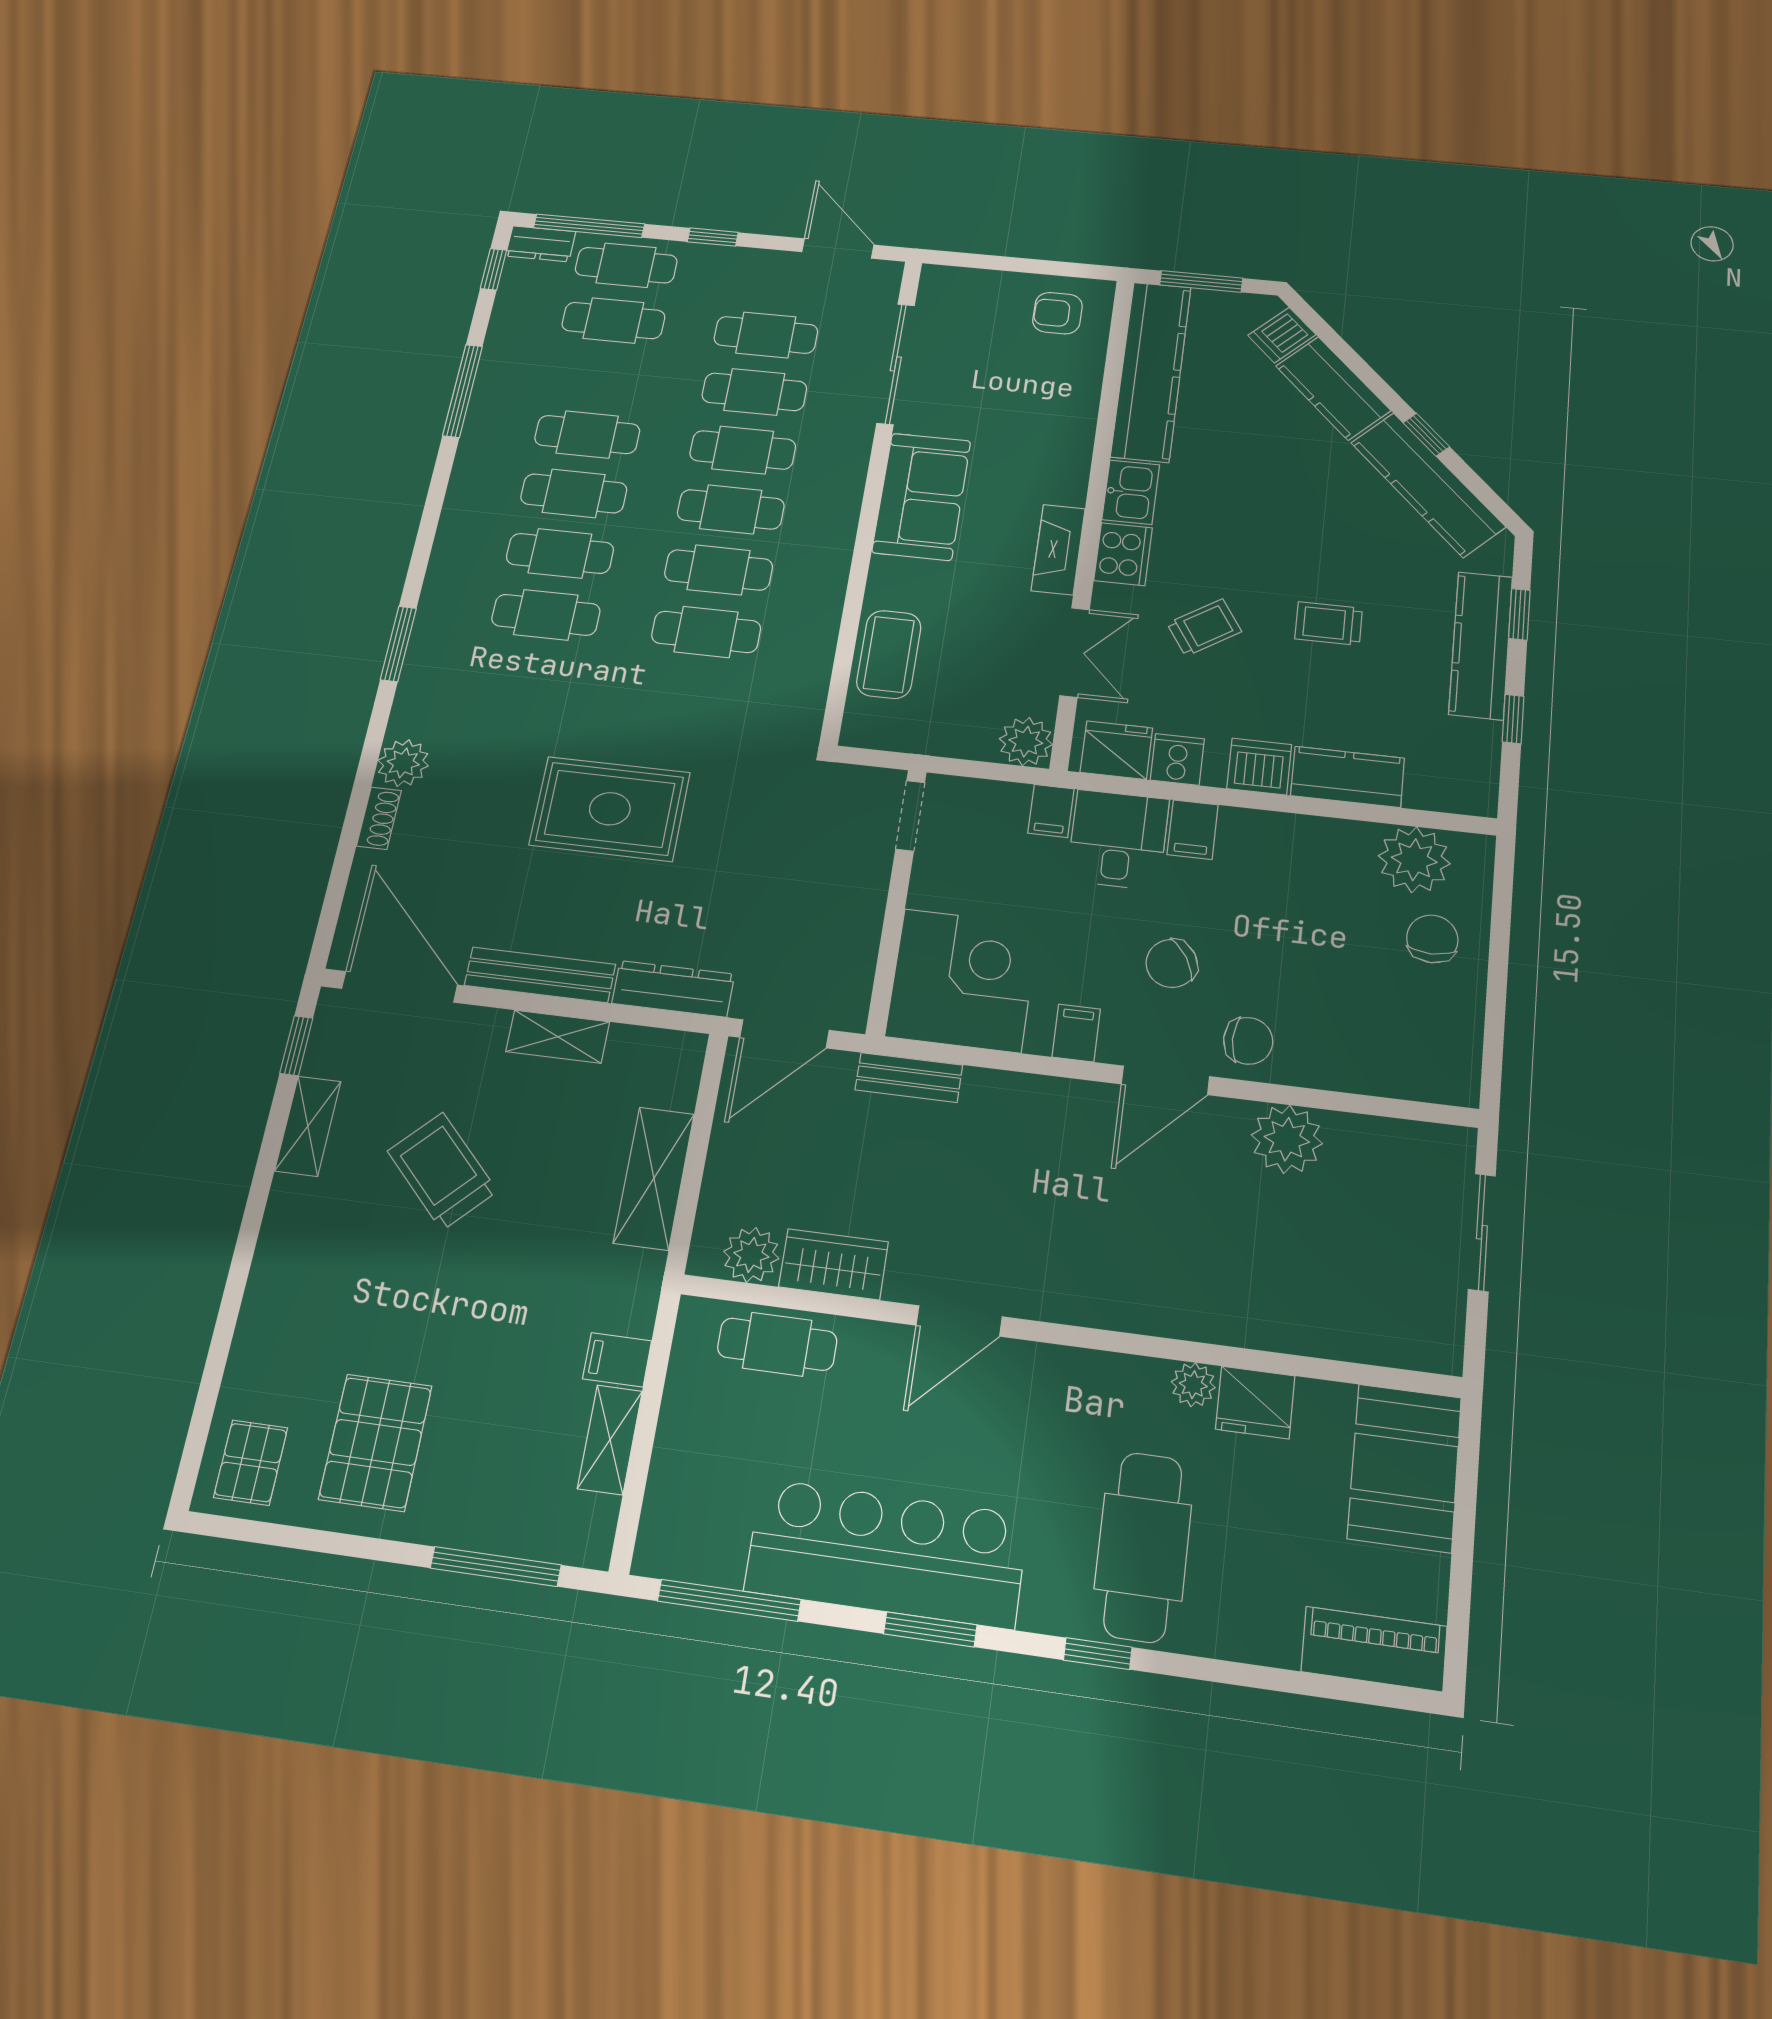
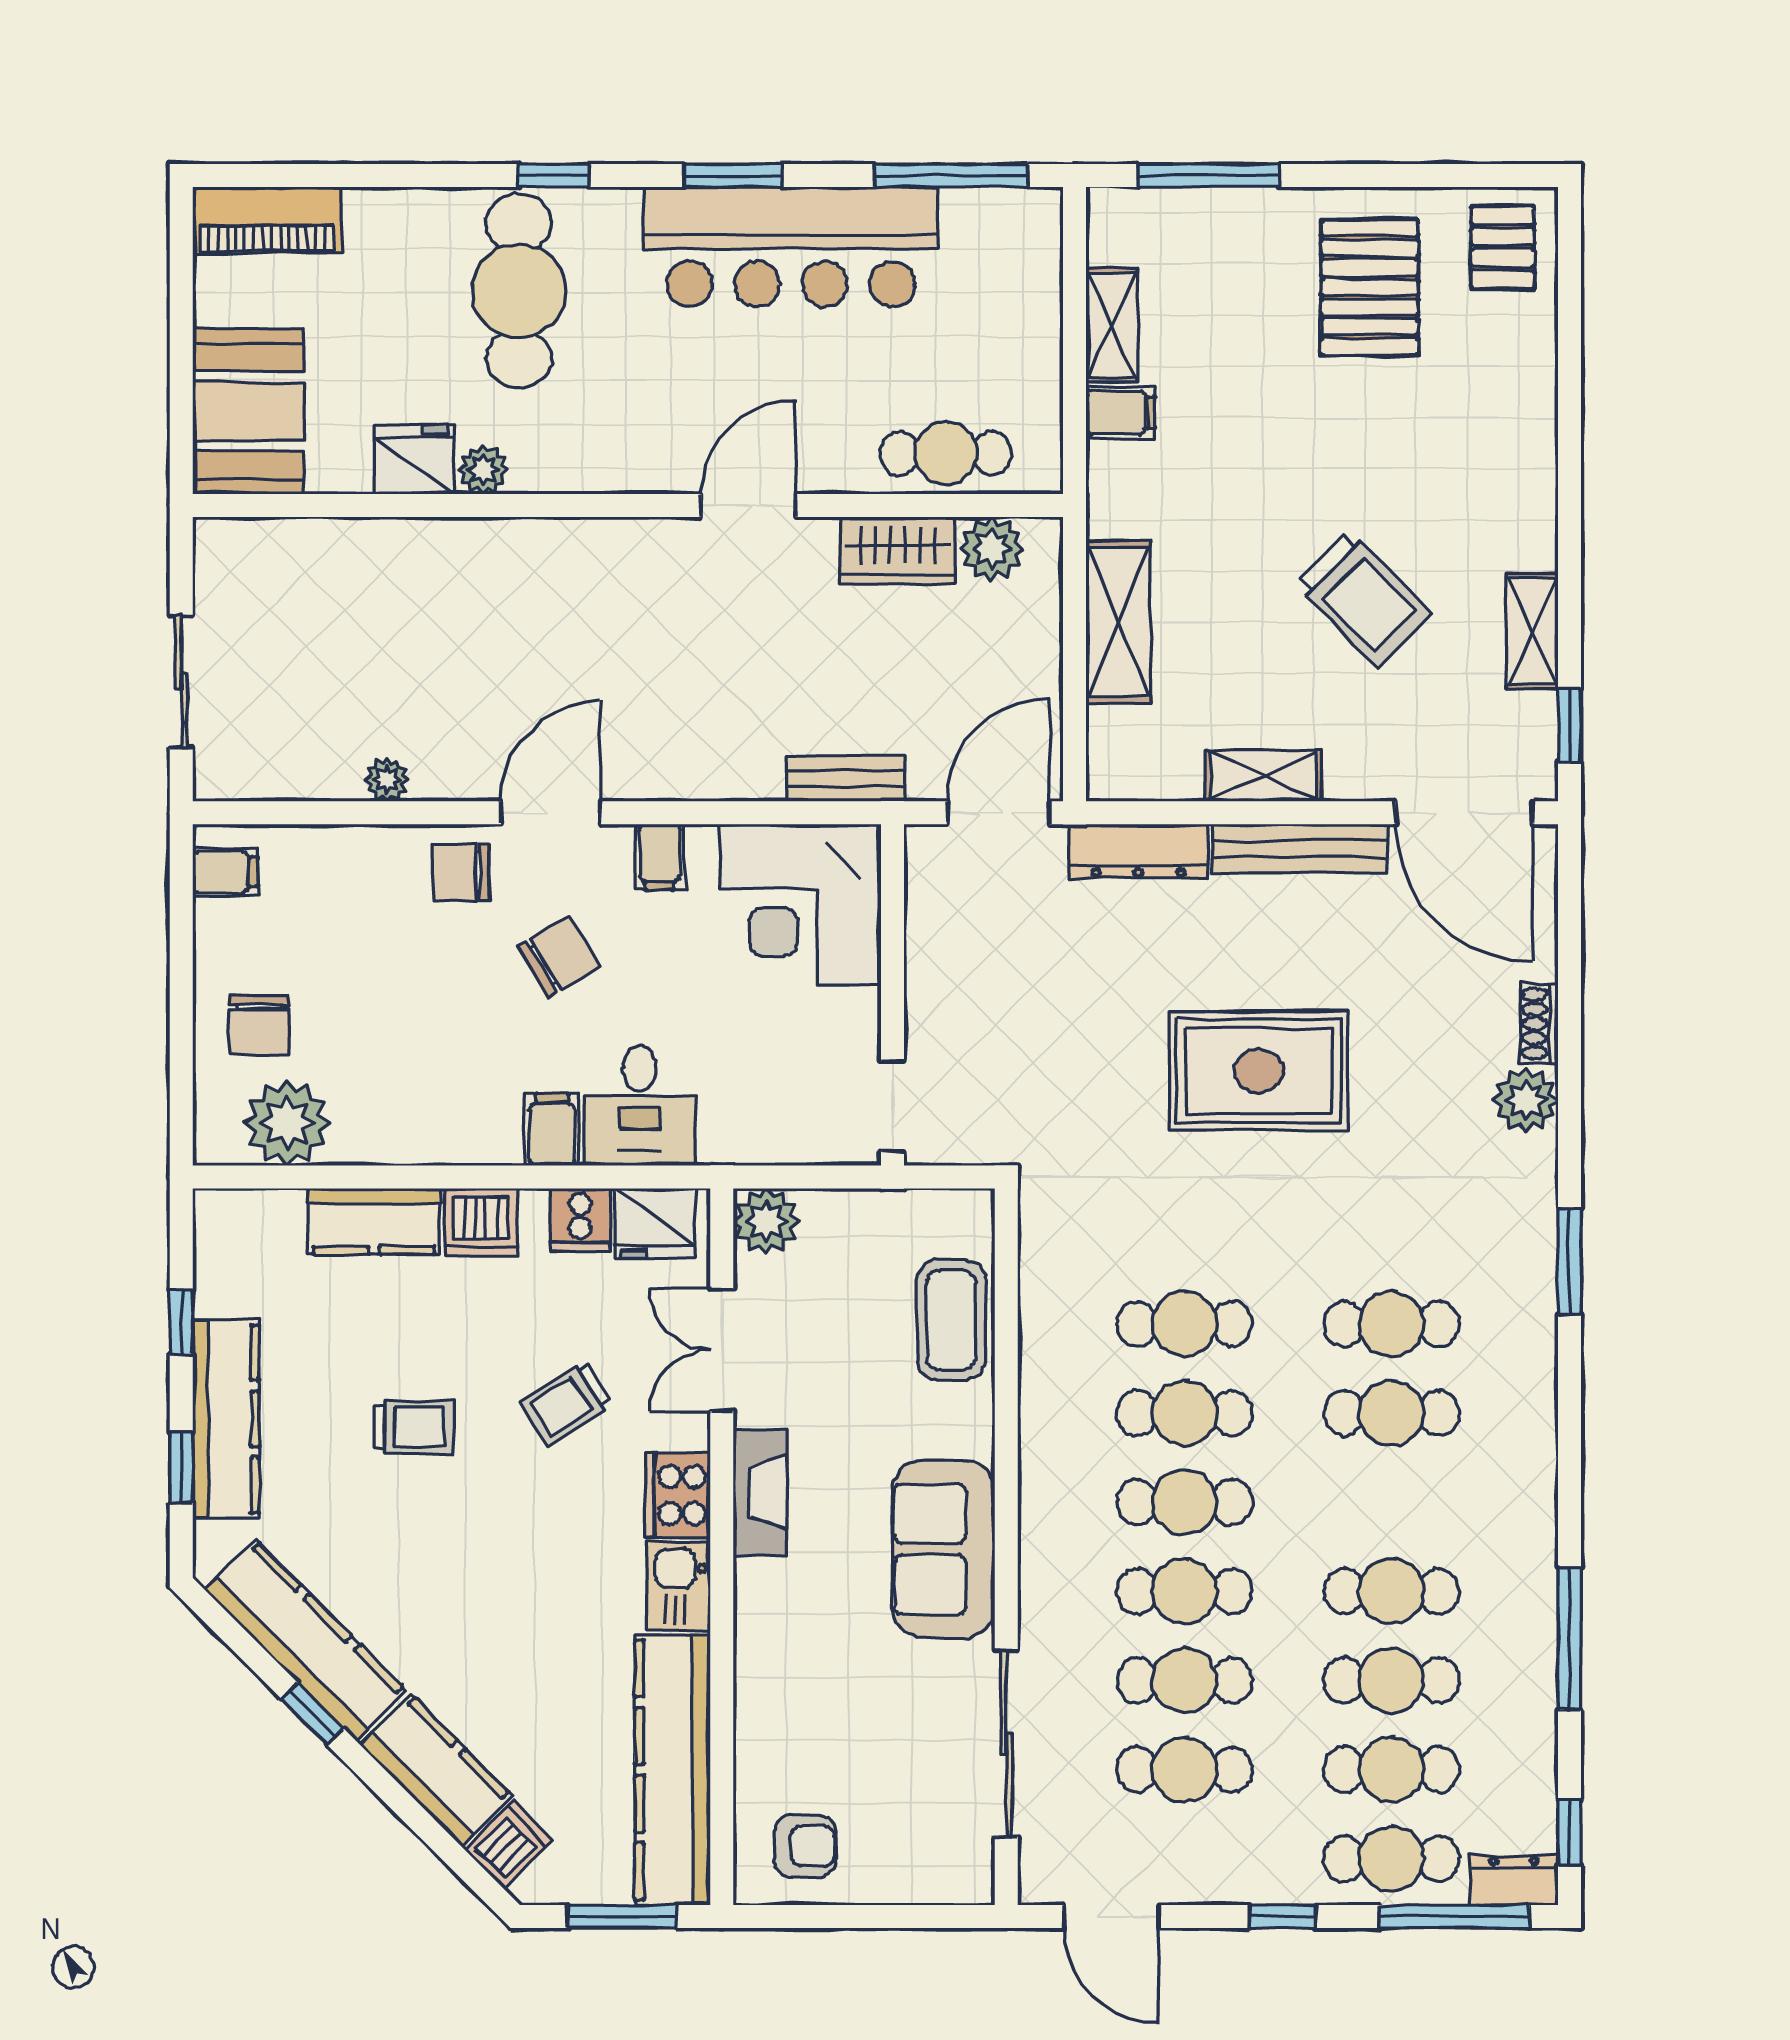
cafe table: (574, 493) -> (1391, 1680), moved
filing cabinet: (1051, 811) -> (225, 872), moved, turned 90
plant: (1287, 1139) -> (387, 780), width x0.53, depth x0.53

